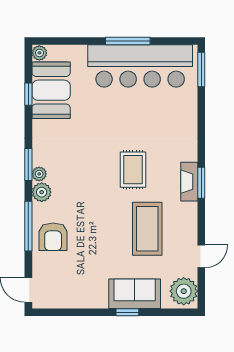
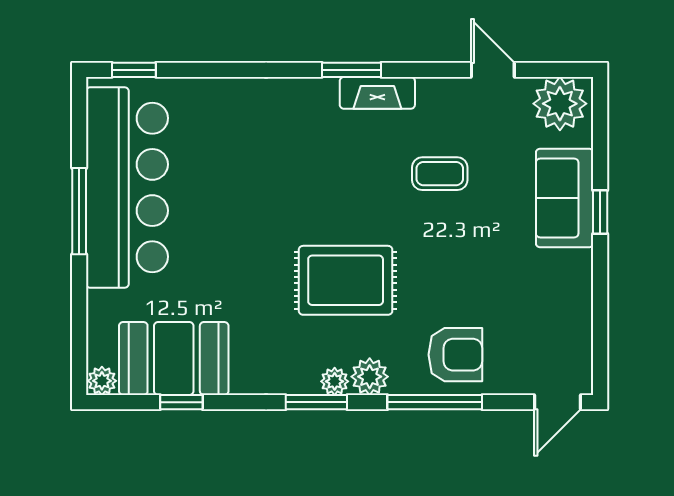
window: (201, 70) -> (134, 70), width x0.67
rug: (133, 170) -> (346, 280), moved, width x1.36, depth x1.43
fireplace: (189, 182) -> (377, 93), moved
coffee table: (147, 229) -> (440, 174), width x0.54, depth x0.58

